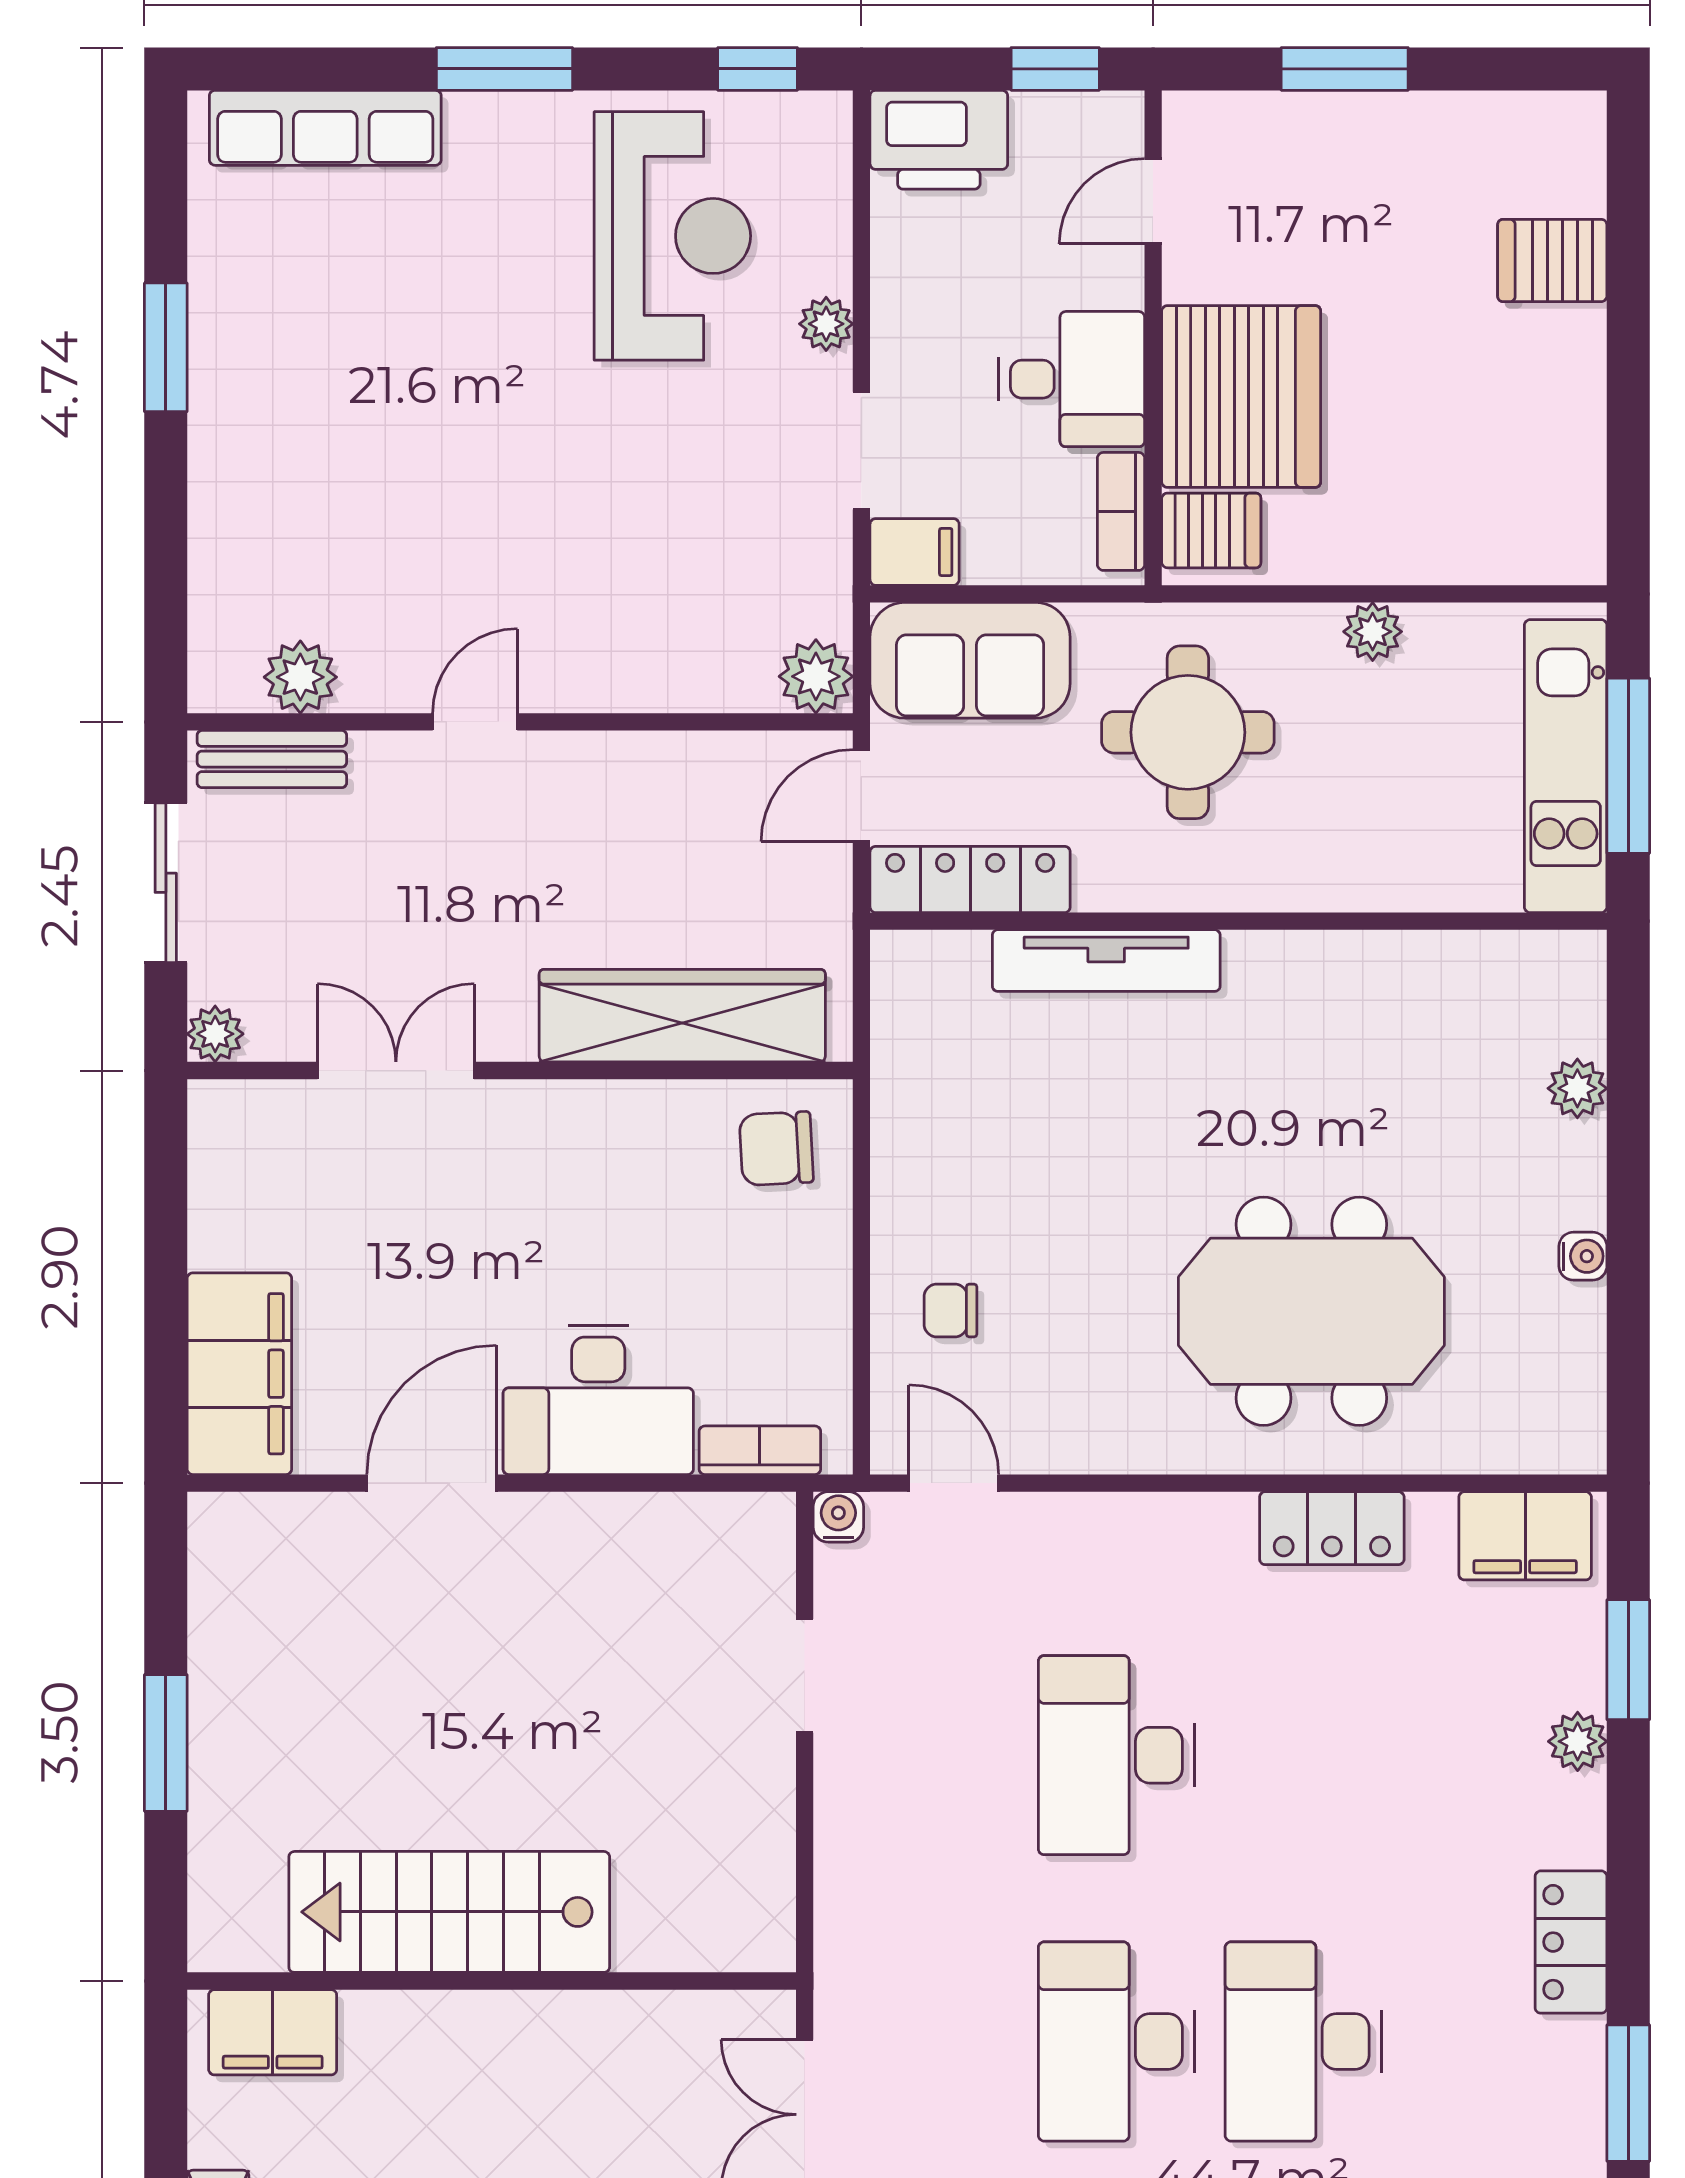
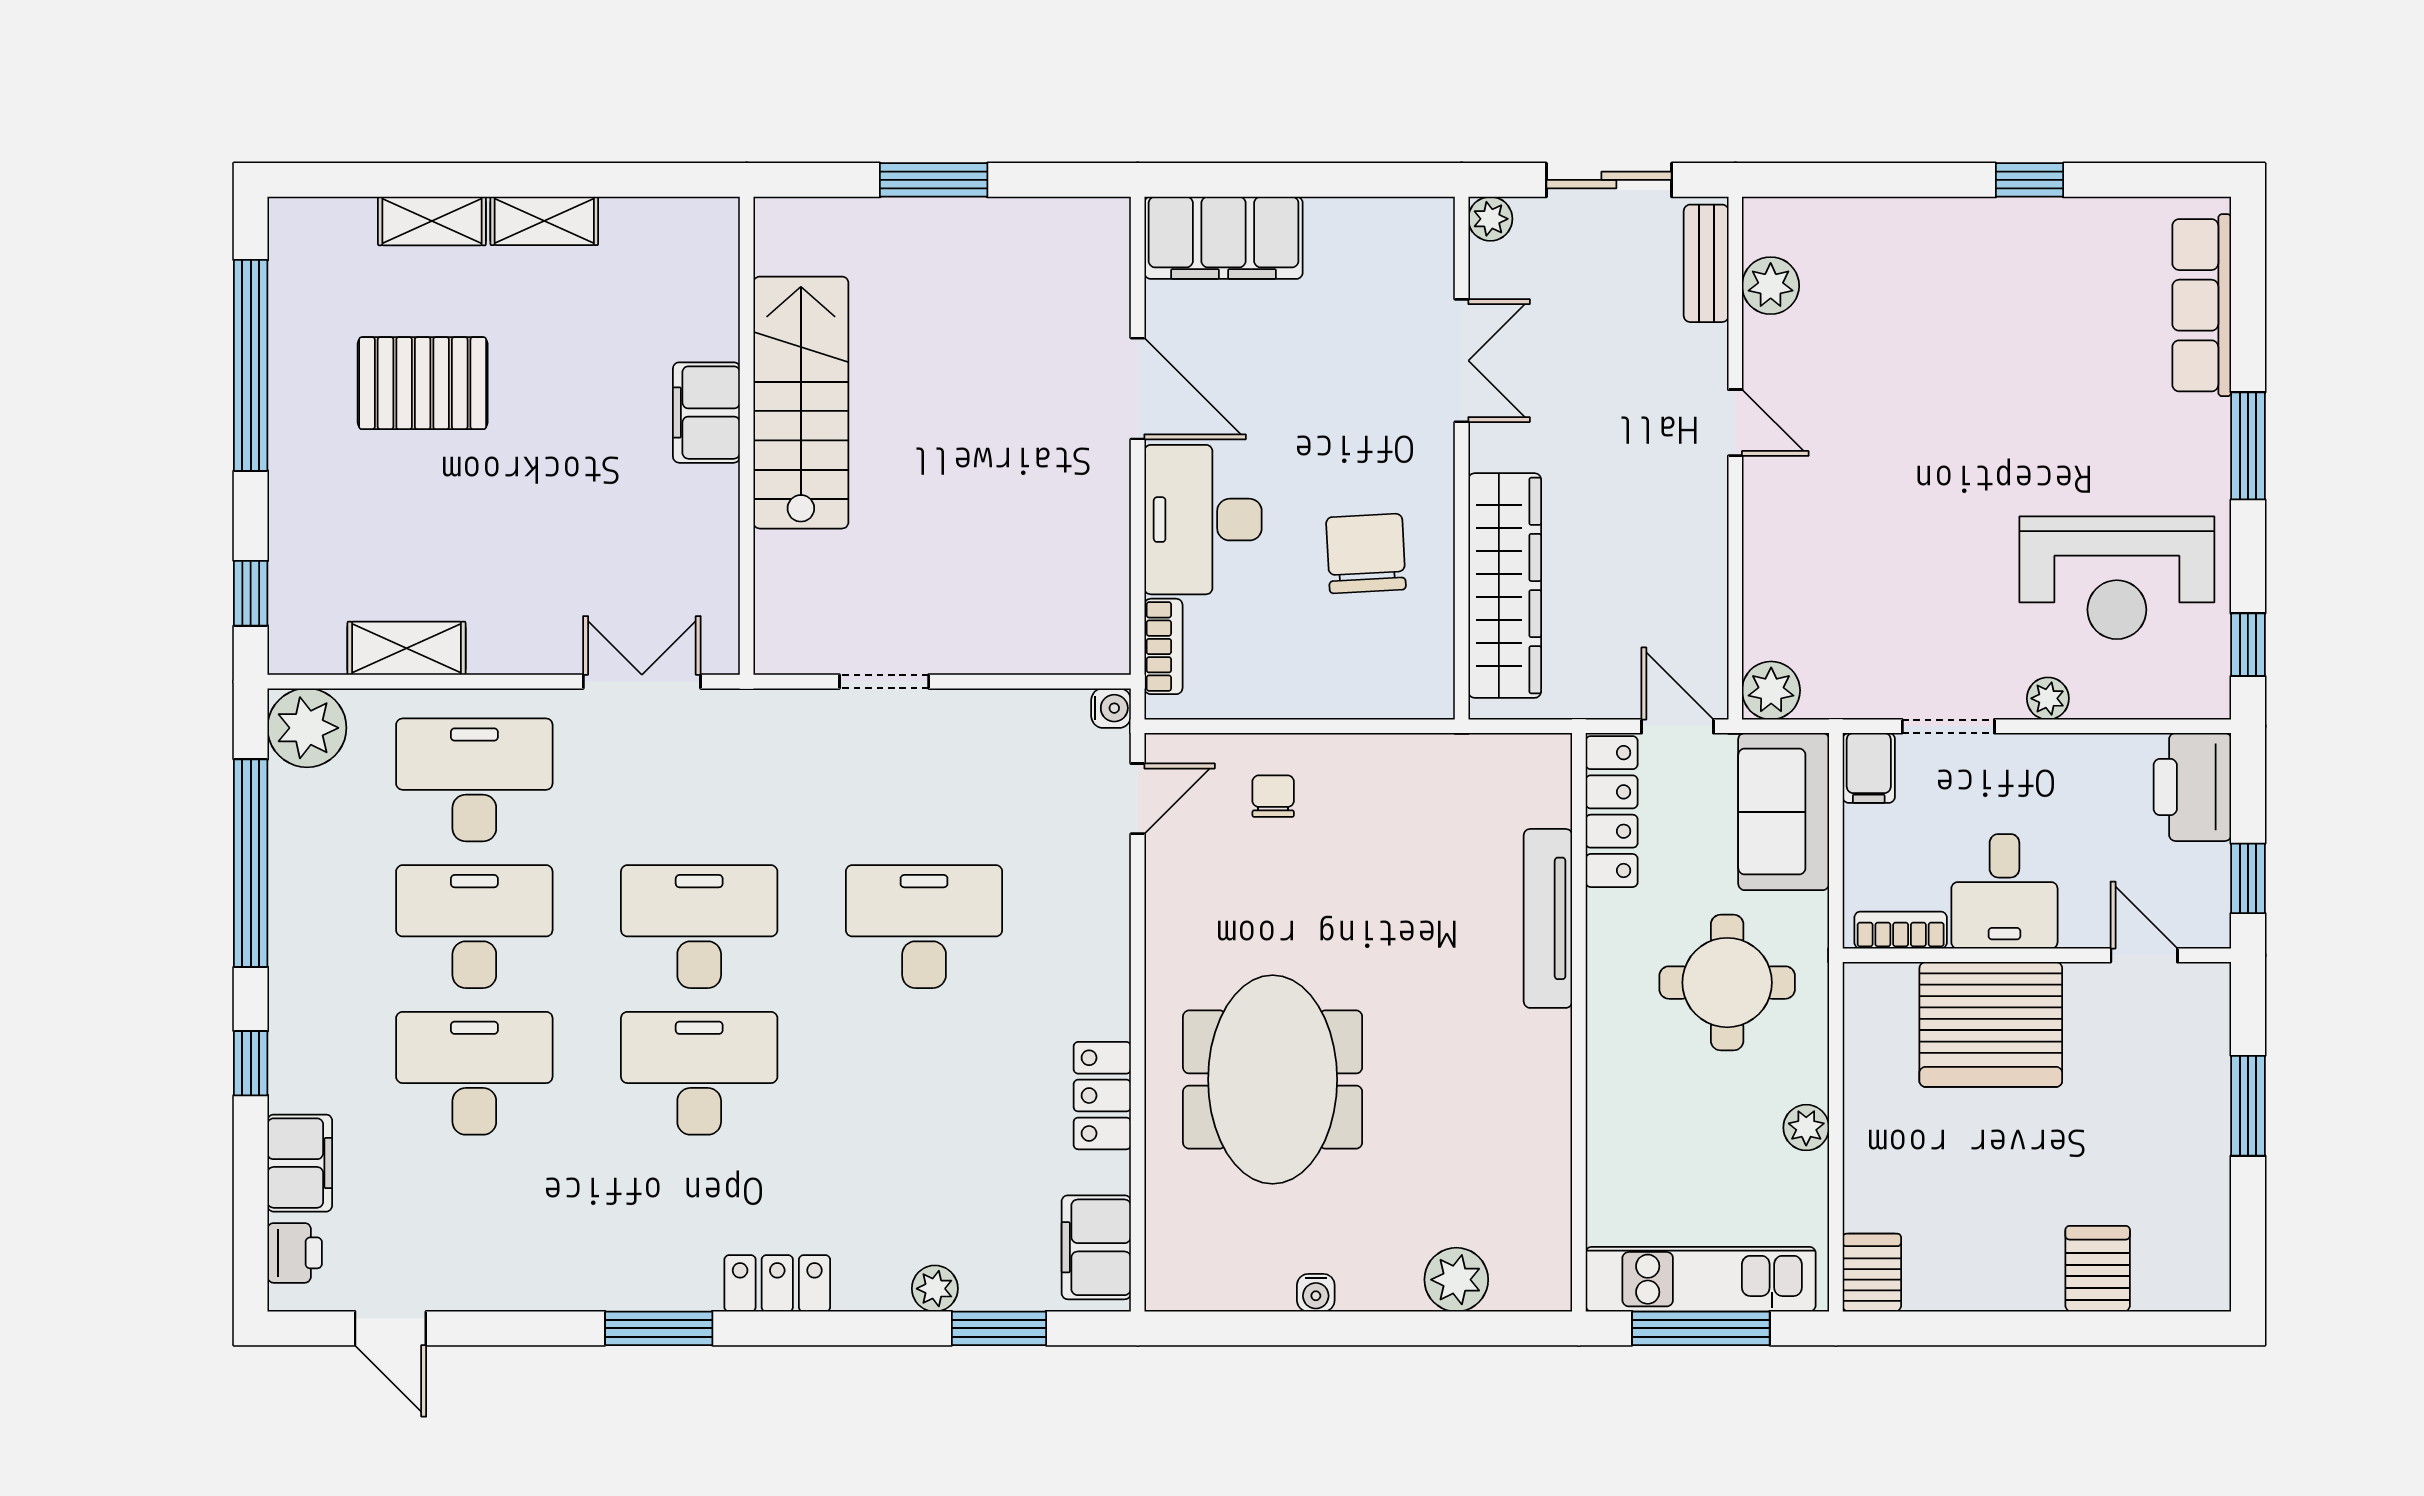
window: (166, 347) -> (2029, 180), width x0.67
server rack: (1211, 530) -> (1872, 1273), moved, turned 180
plant: (1577, 1088) -> (1456, 1280), width x1.38, depth x1.38
chair: (776, 1149) -> (1366, 553), moved, width x1.37, depth x1.37
doorway: (805, 1676) -> (884, 682), moved
filing cabinet: (273, 2032) -> (706, 413), moved

